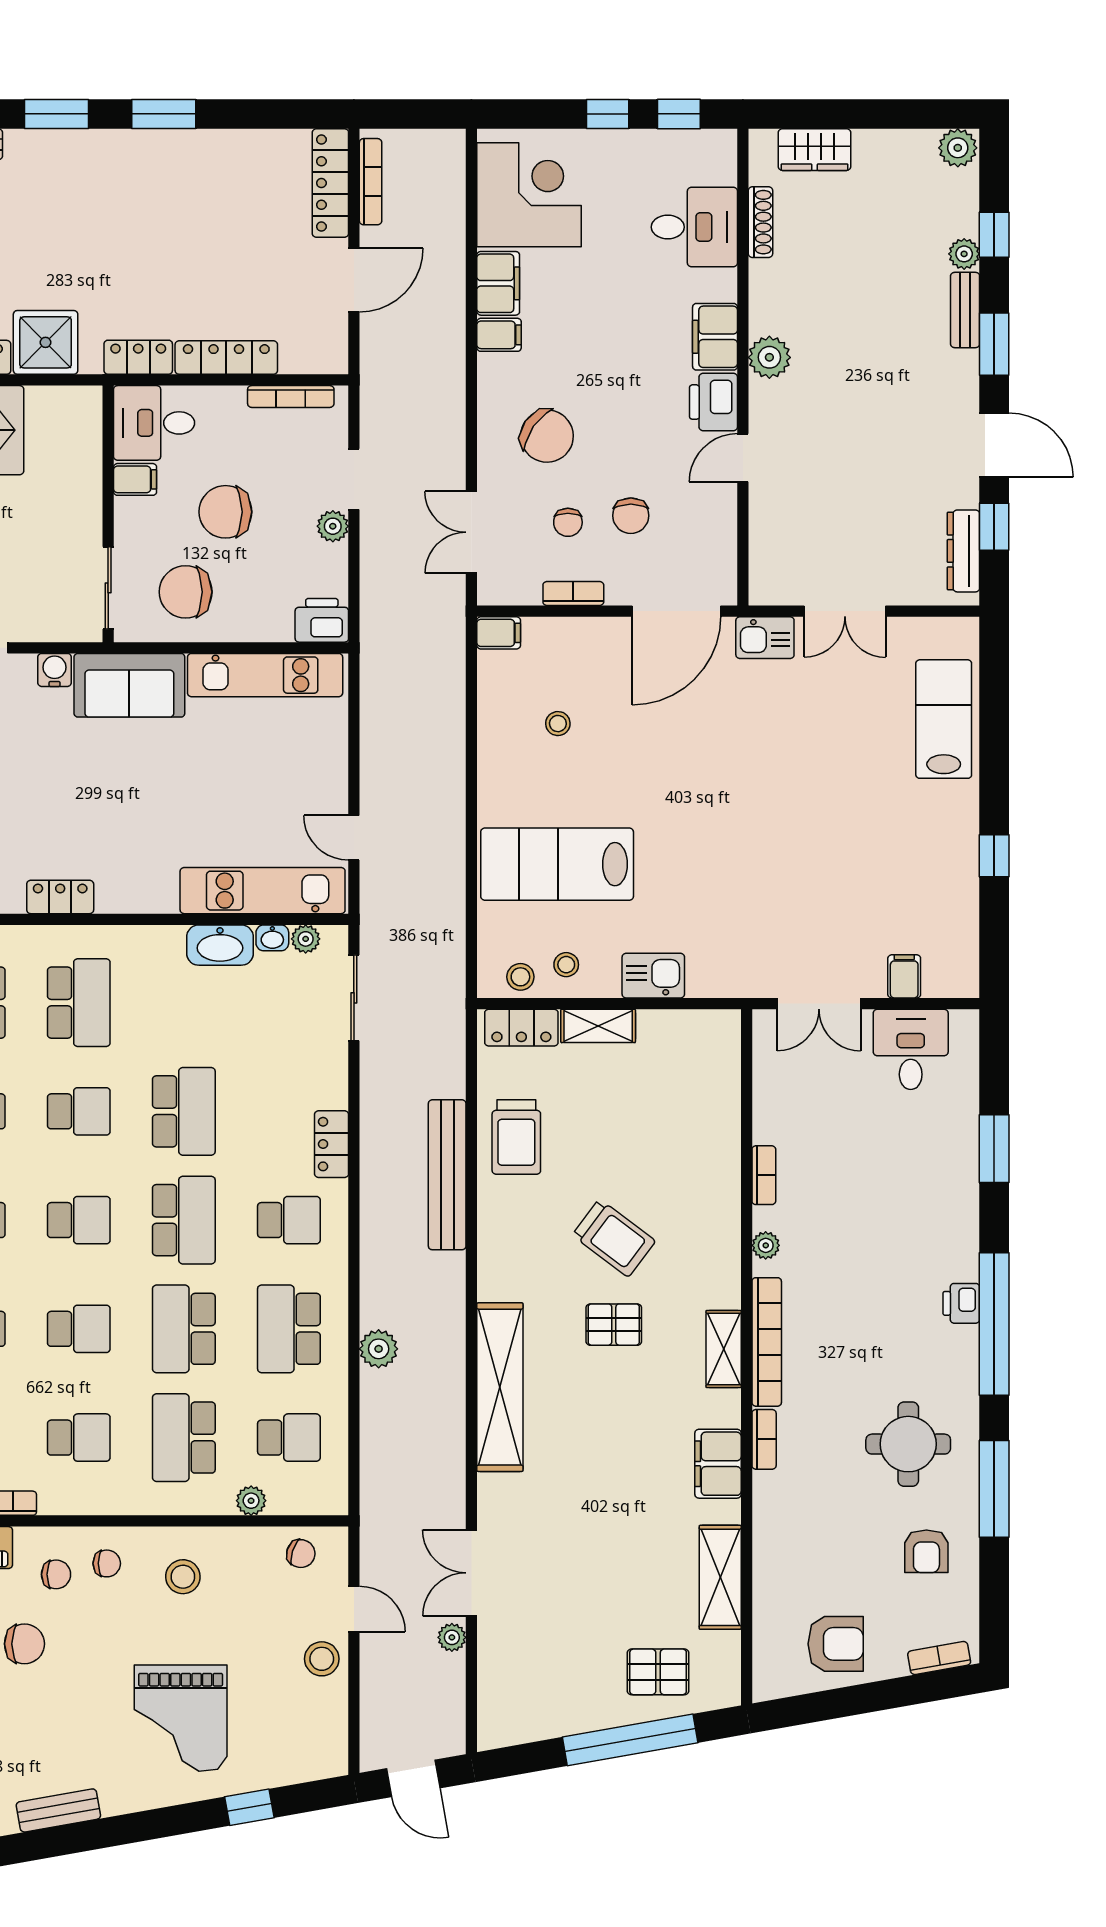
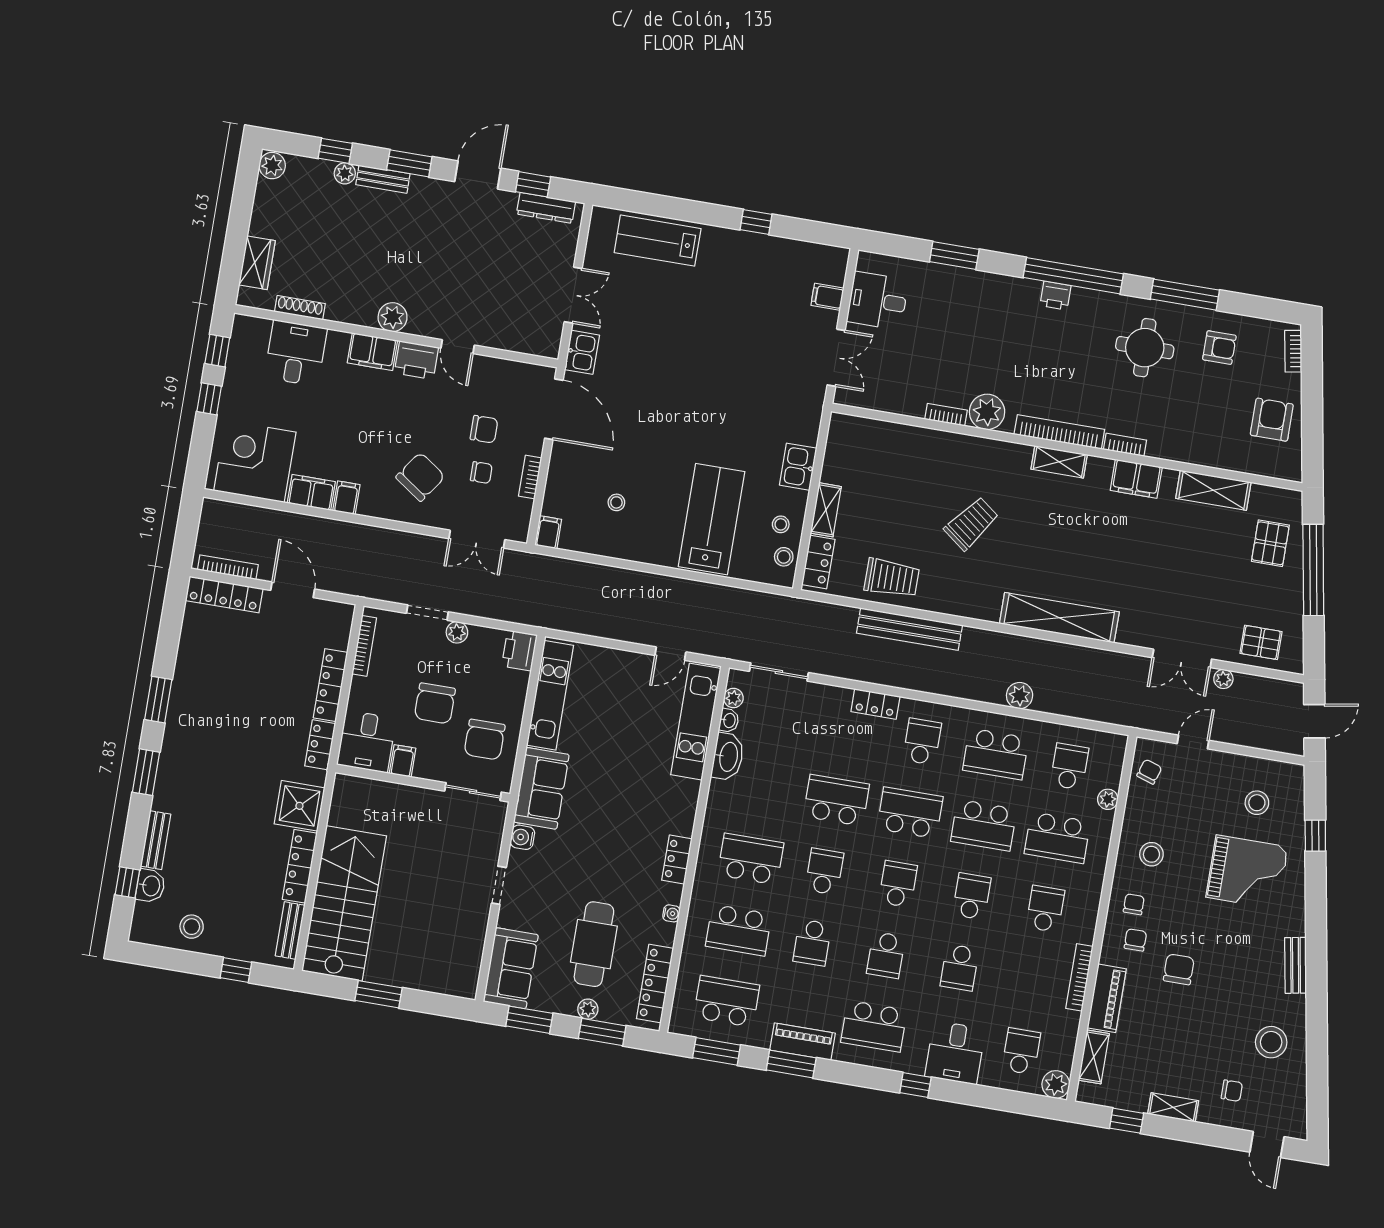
lab bench: (557, 864) -> (712, 519), turned 180
plant: (766, 1245) -> (987, 412), width x1.88, depth x1.88
pallet: (614, 1325) -> (1261, 642), moved, turned 90
stool: (322, 1659) -> (1257, 803), moved

